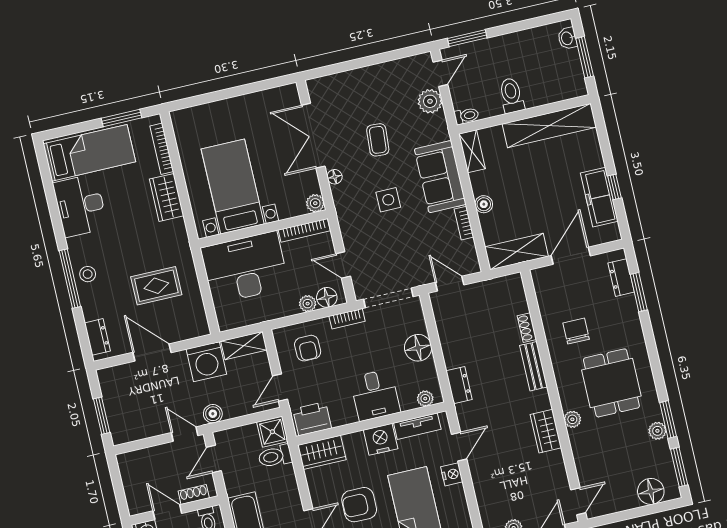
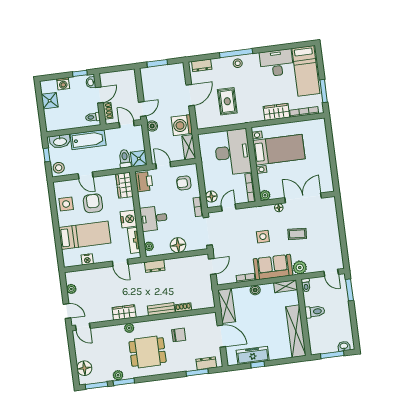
plant: (430, 101) -> (300, 268), moved
plant: (308, 304) -> (209, 185), removed
nightstand: (452, 474) -> (87, 259), moved

